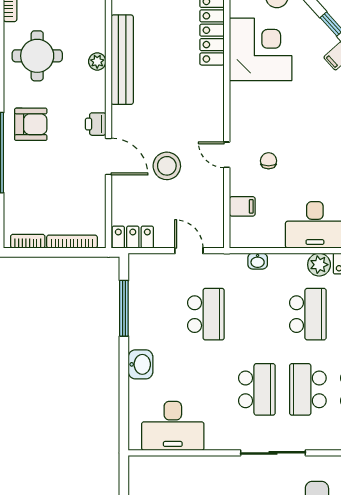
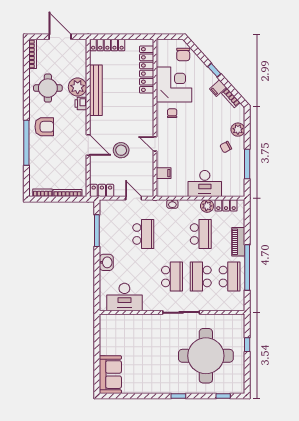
plant: (97, 61) -> (78, 87), width x1.88, depth x1.88
printer: (96, 124) -> (81, 103), moved
chair: (269, 161) -> (172, 113), moved

